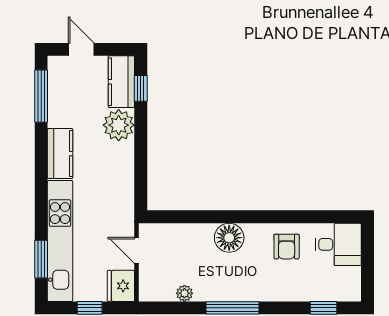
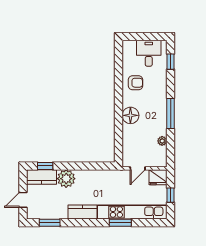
window: (41, 96) -> (50, 223), width x0.69
desk: (338, 244) -> (149, 53), moved
window: (41, 259) -> (120, 223), moved

